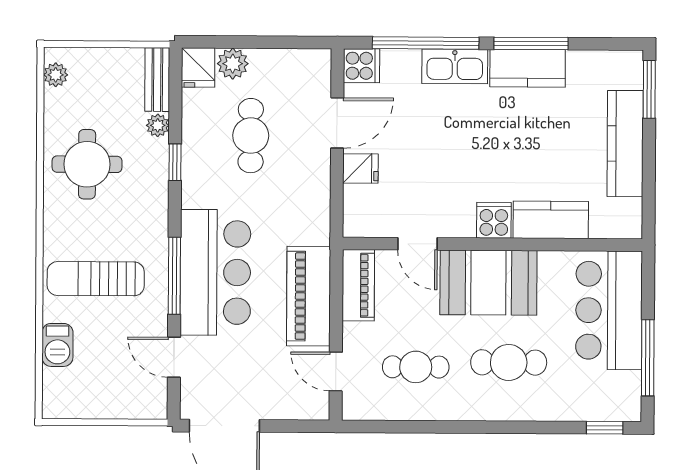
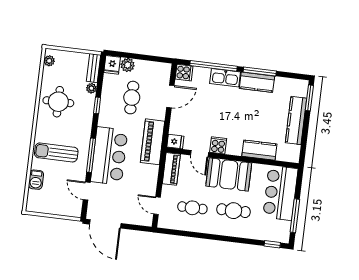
fridge: (360, 168) -> (175, 142), moved
cooker: (494, 220) -> (218, 145), moved
piano: (309, 296) -> (153, 142), moved

